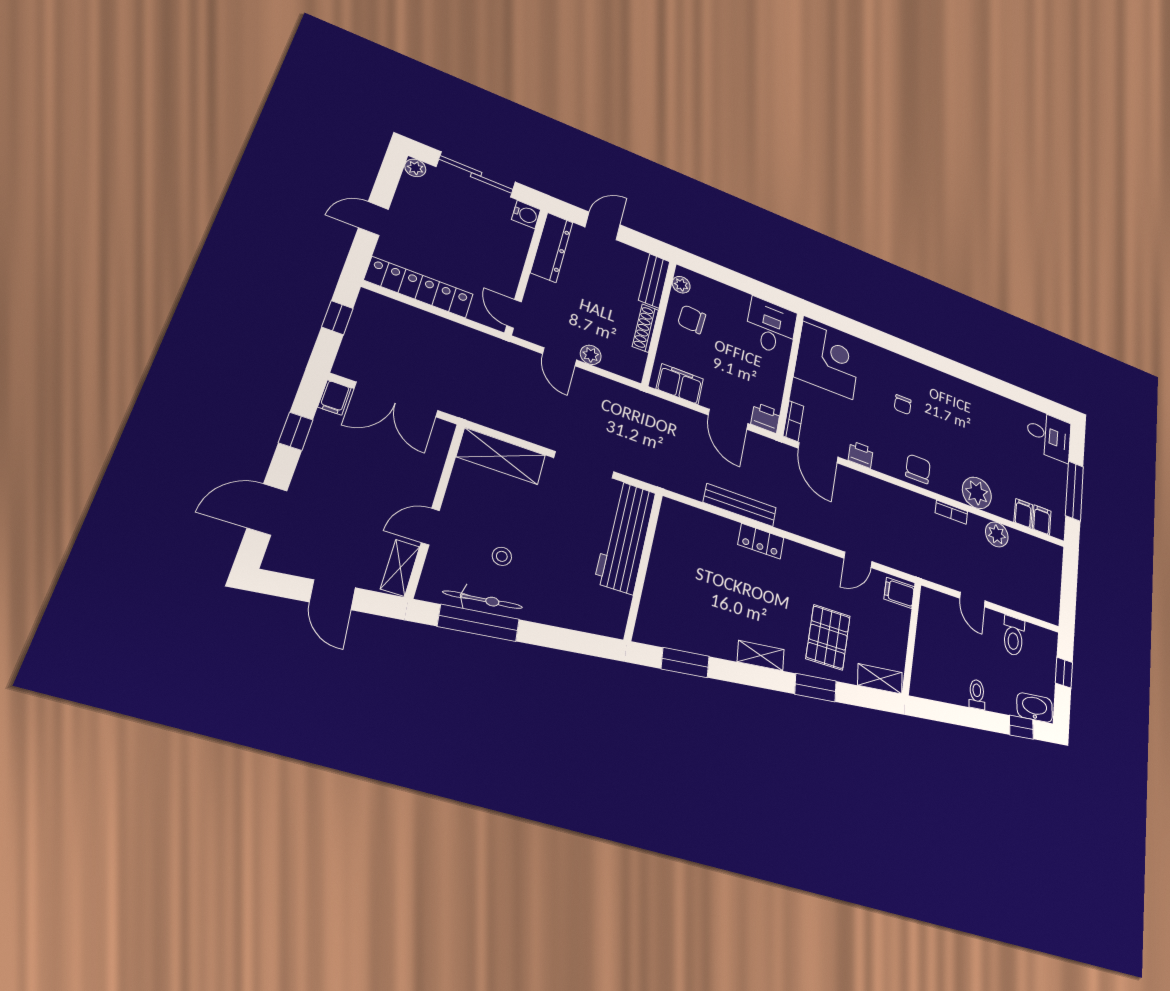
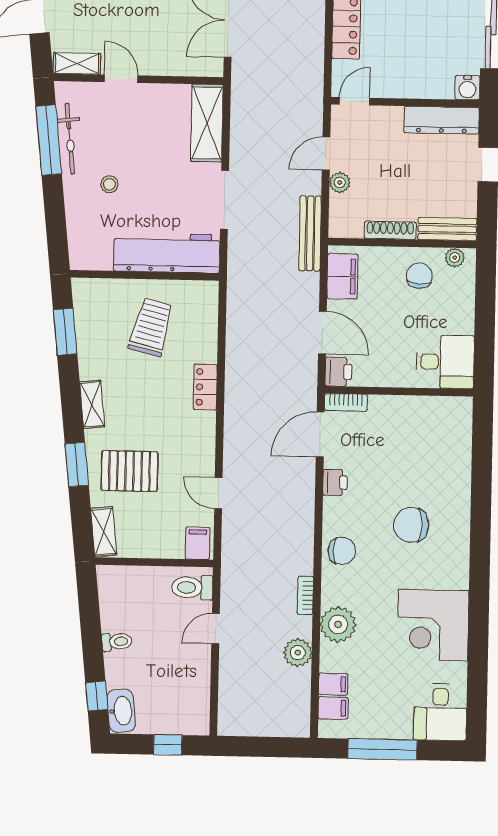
corner desk: (828, 360) -> (433, 625), moved, turned 90
chair: (903, 405) -> (411, 525), width x1.87, depth x1.87
door: (728, 419) -> (322, 332), swing flipped
bench: (740, 505) -> (310, 233), moved
stool: (502, 556) -> (109, 184), moved
trolley: (696, 575) -> (151, 327), added
toilet: (1014, 636) -> (192, 588), moved

